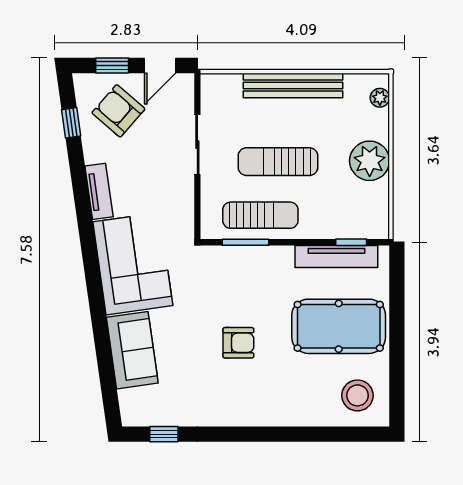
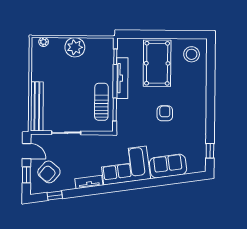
bench: (293, 85) -> (37, 106), moved
sun lounger: (278, 162) -> (75, 93), removed
tv unit: (336, 256) -> (122, 78), moved

